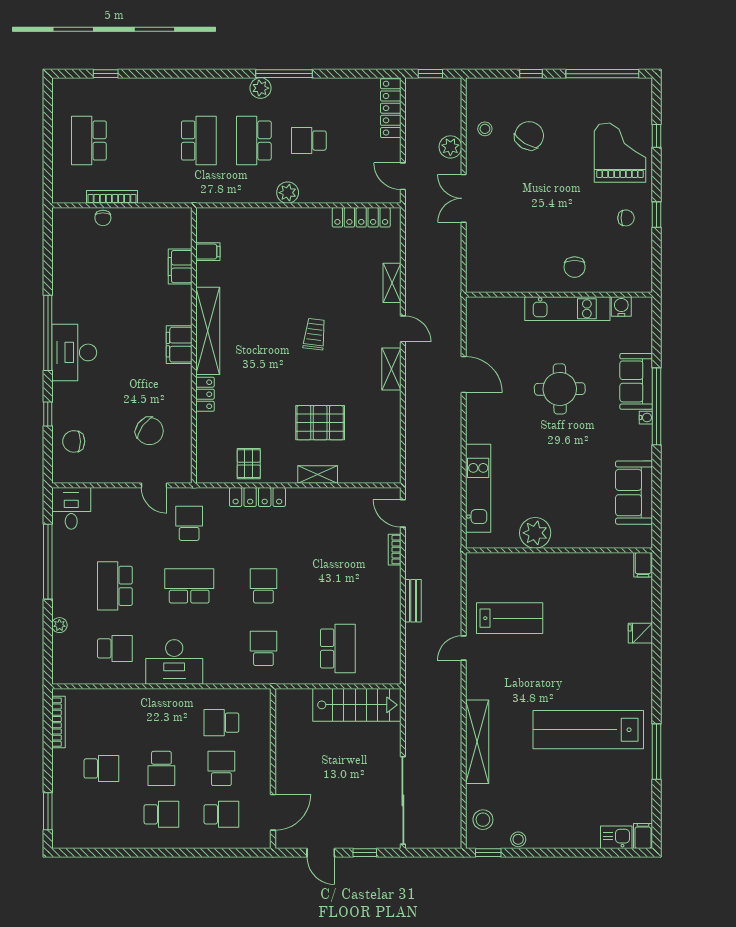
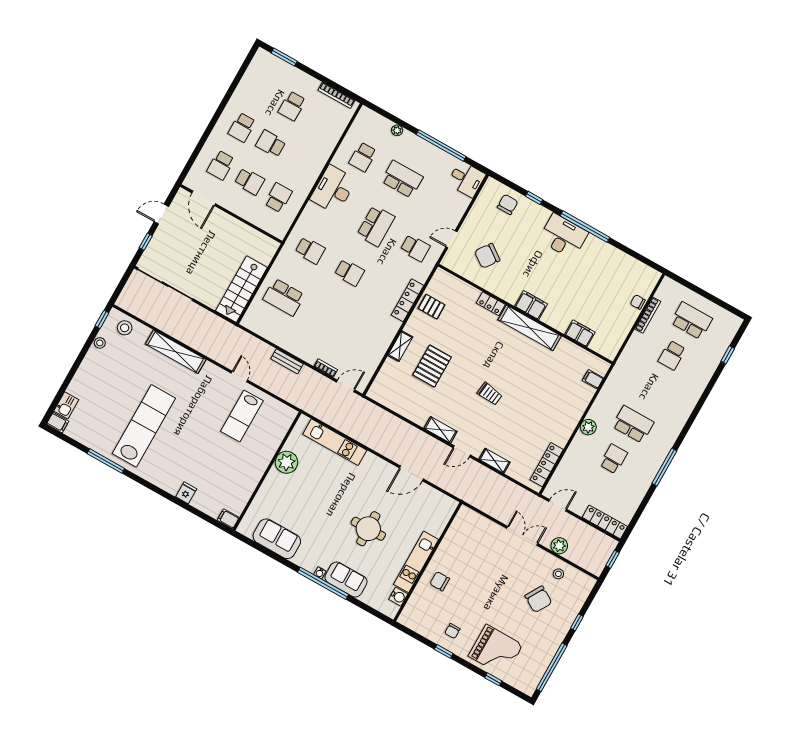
plant: (261, 88) -> (664, 447), removed
school desk: (199, 141) -> (672, 355), moved, width x0.54
filing cabinet: (208, 252) -> (593, 379), moved, turned 90

